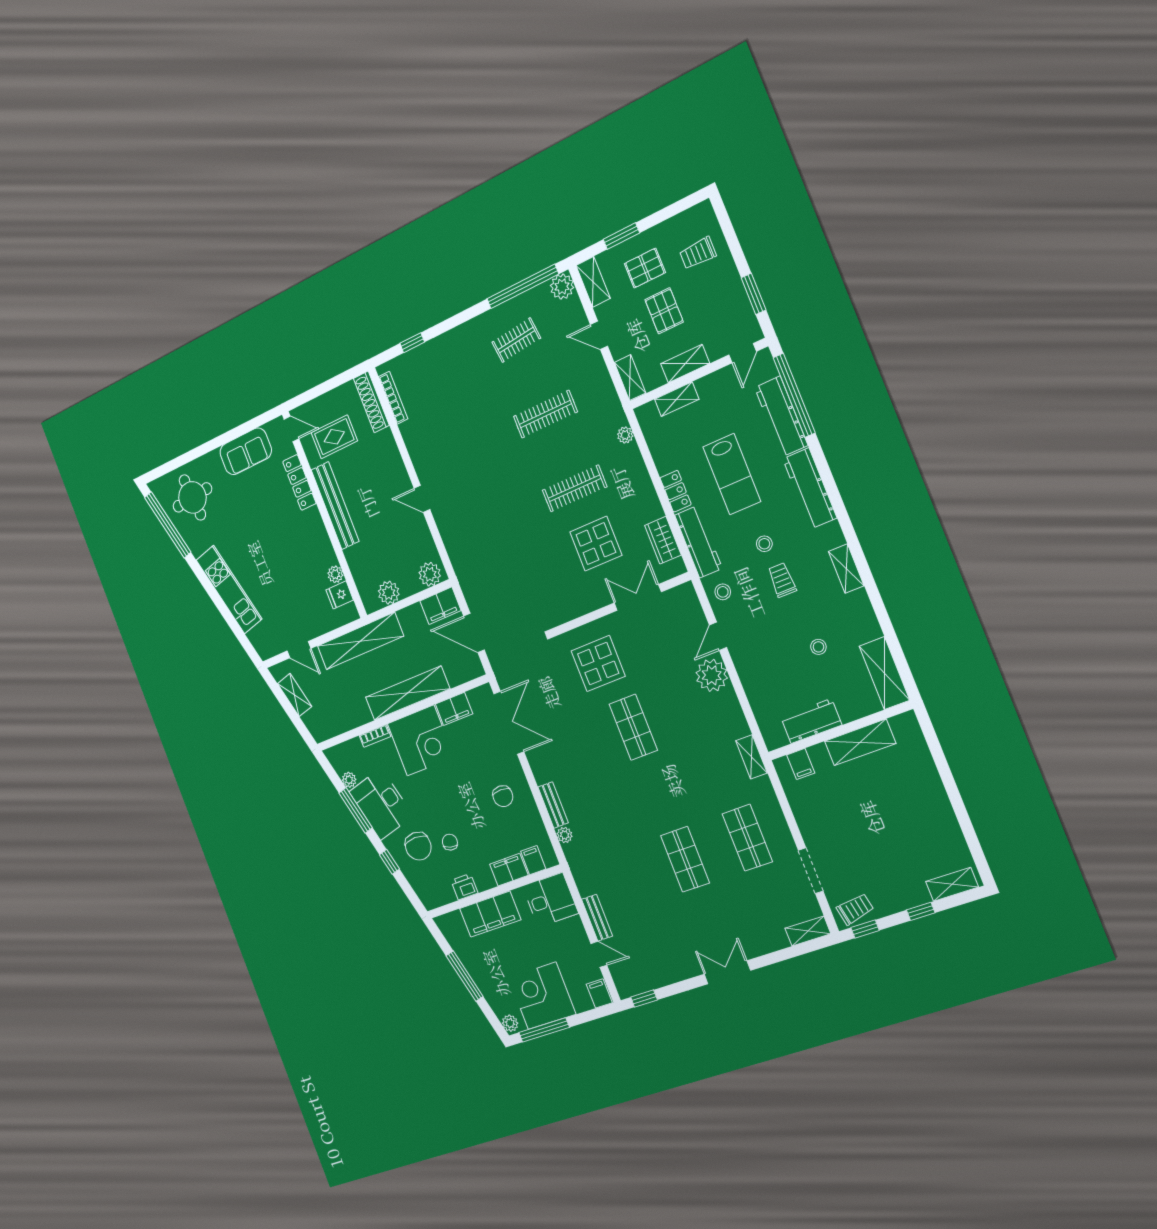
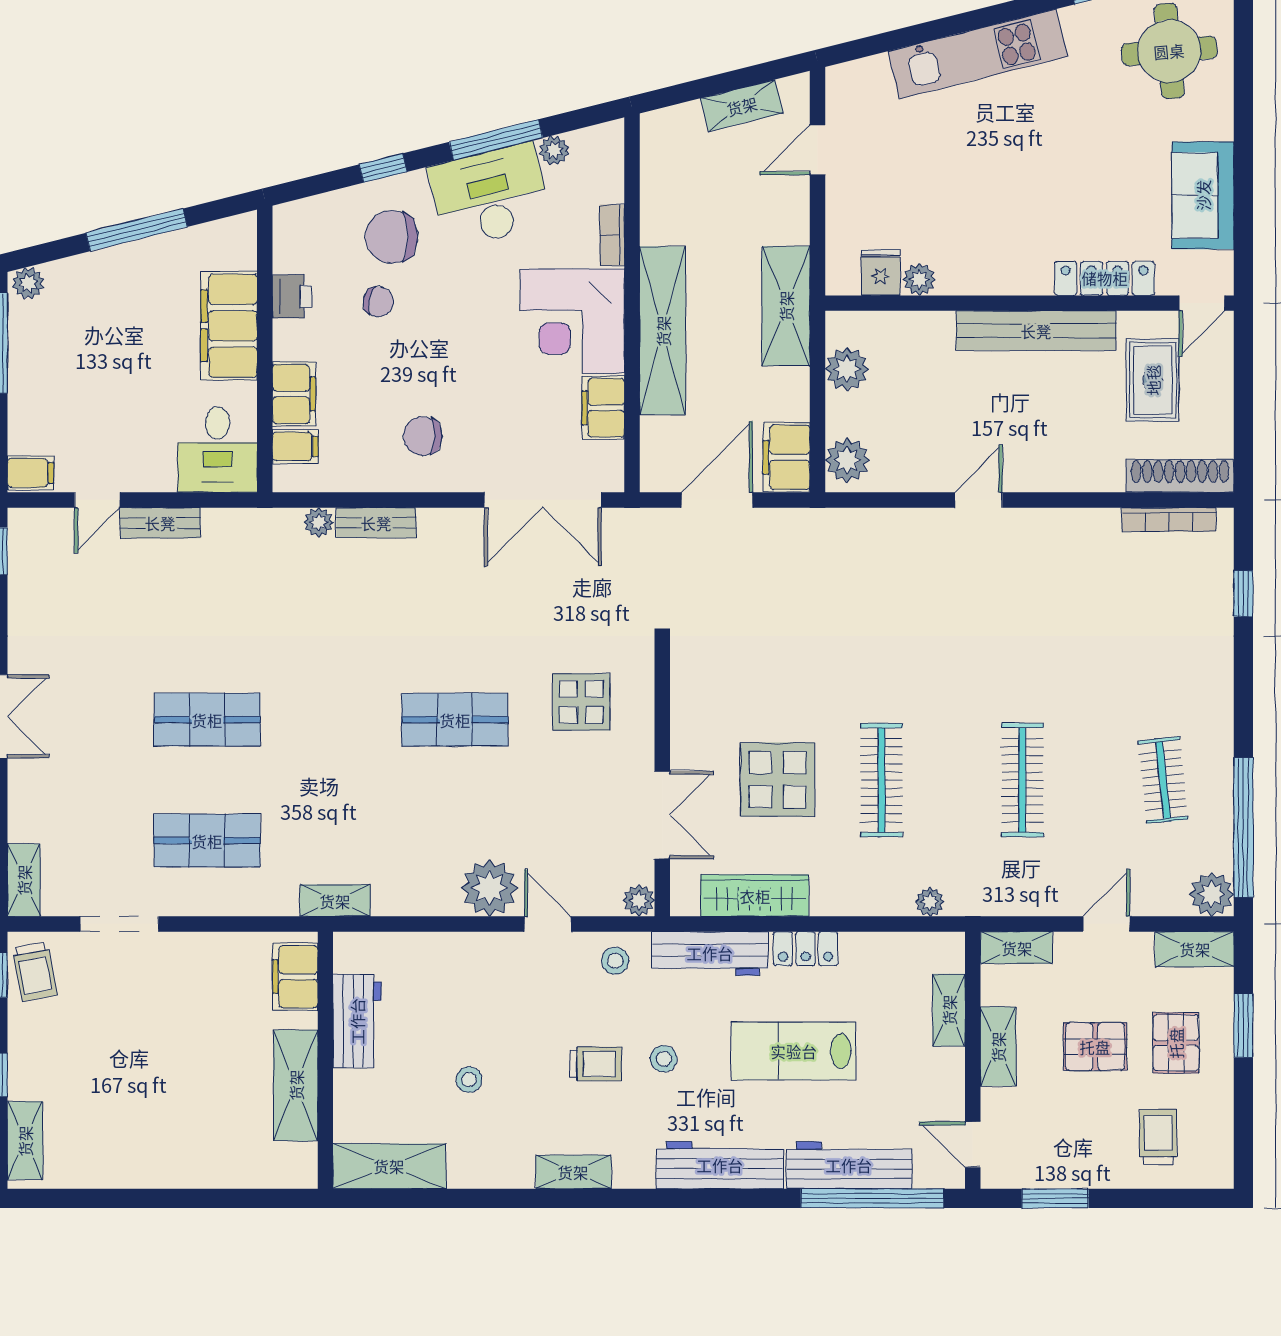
wardrobe: (663, 540) -> (755, 896), width x1.50
plant: (686, 592) -> (639, 900), added
shelving: (360, 641) -> (786, 306), width x0.68
display table: (598, 664) -> (581, 702), width x0.73, depth x0.73
filing cabinet: (801, 764) -> (295, 977), width x2.00
corner desk: (542, 996) -> (58, 365), removed

